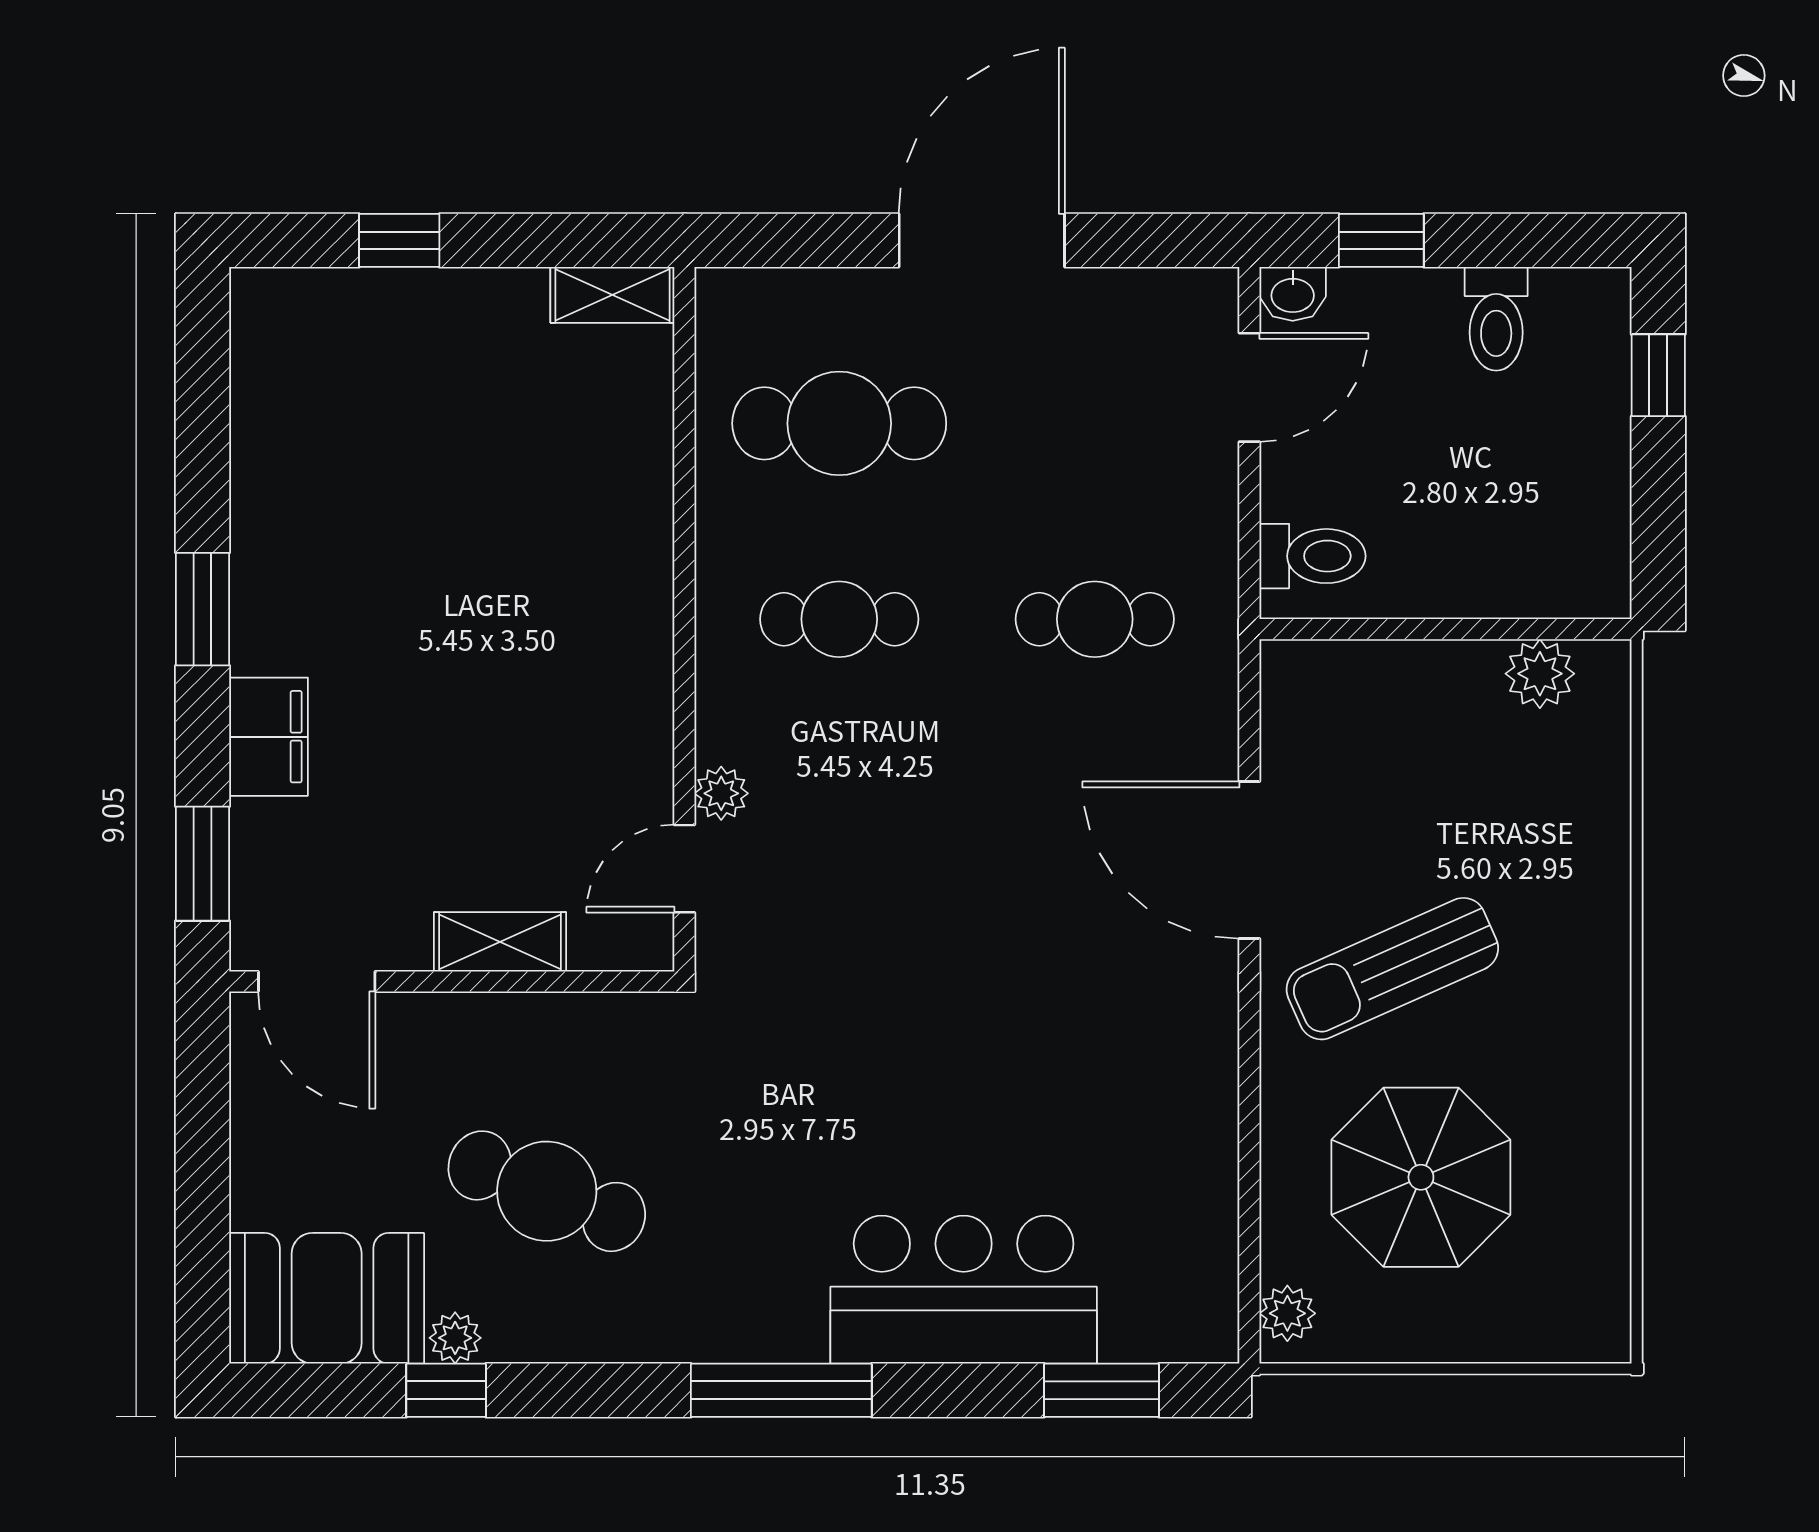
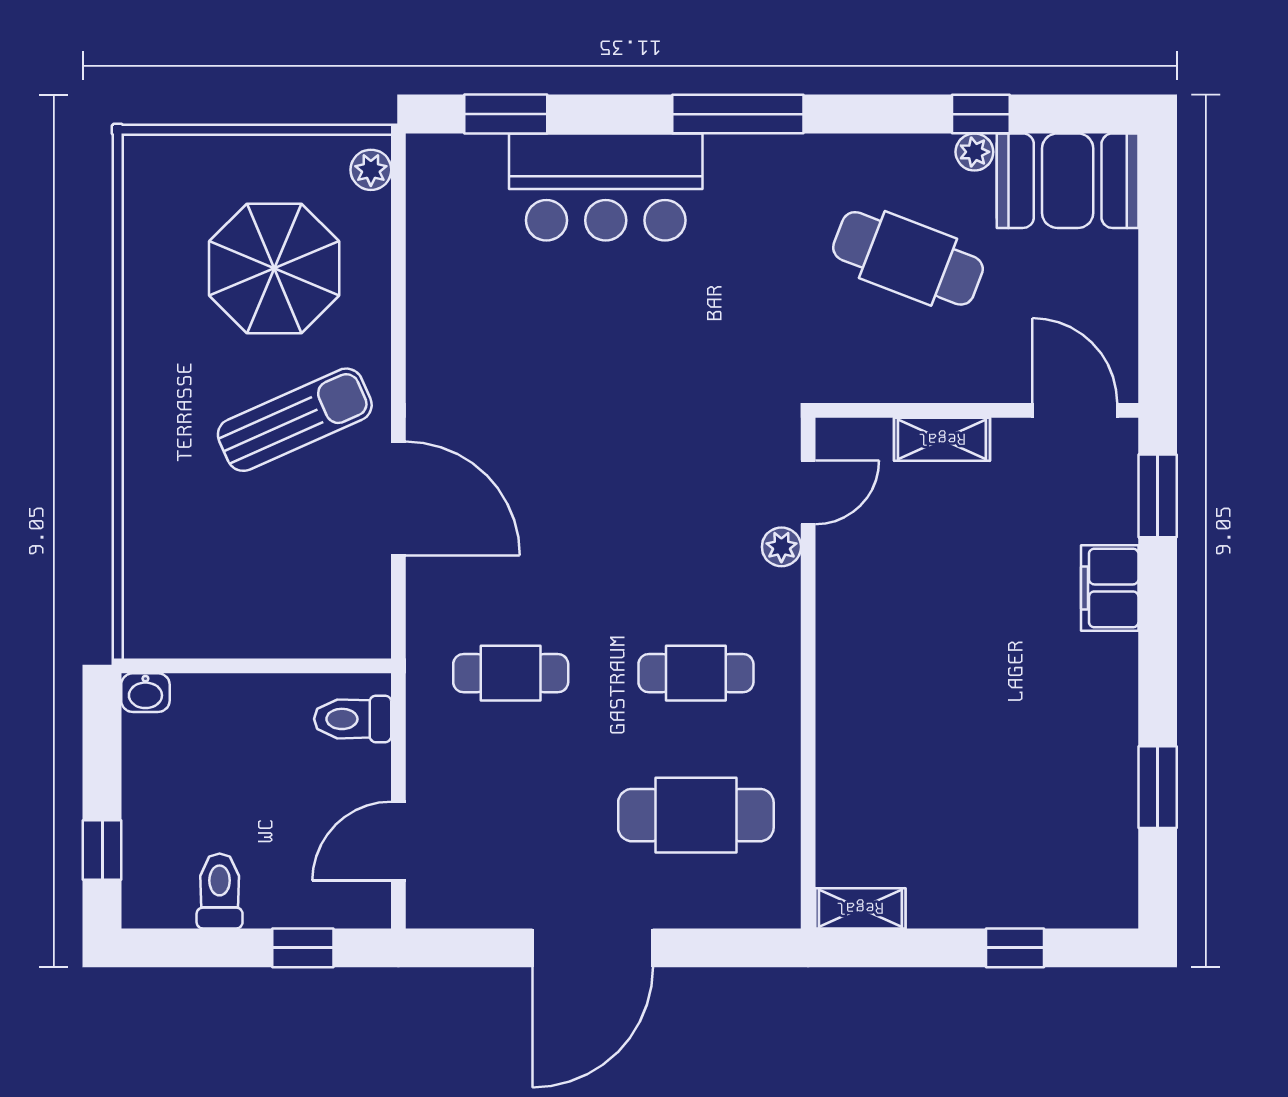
washbasin: (1293, 294) -> (145, 693), moved, turned 180
window: (203, 609) -> (1158, 787), moved
plant: (1540, 674) -> (188, 634), removed

